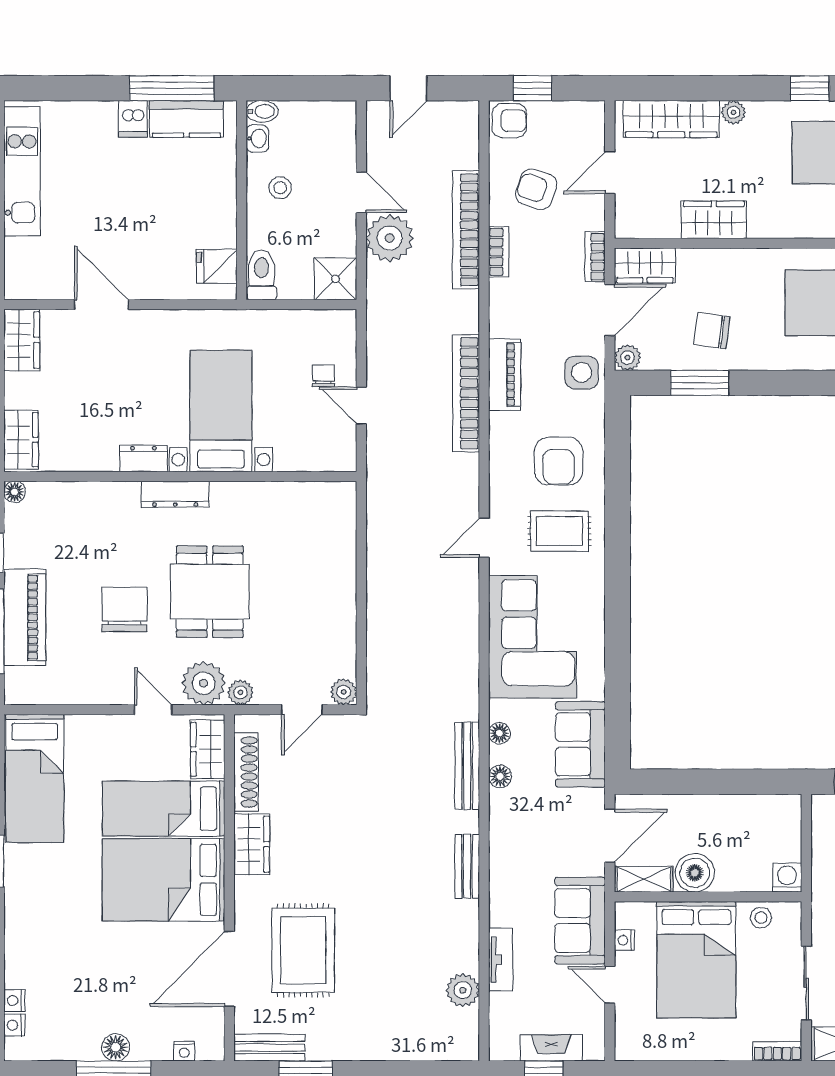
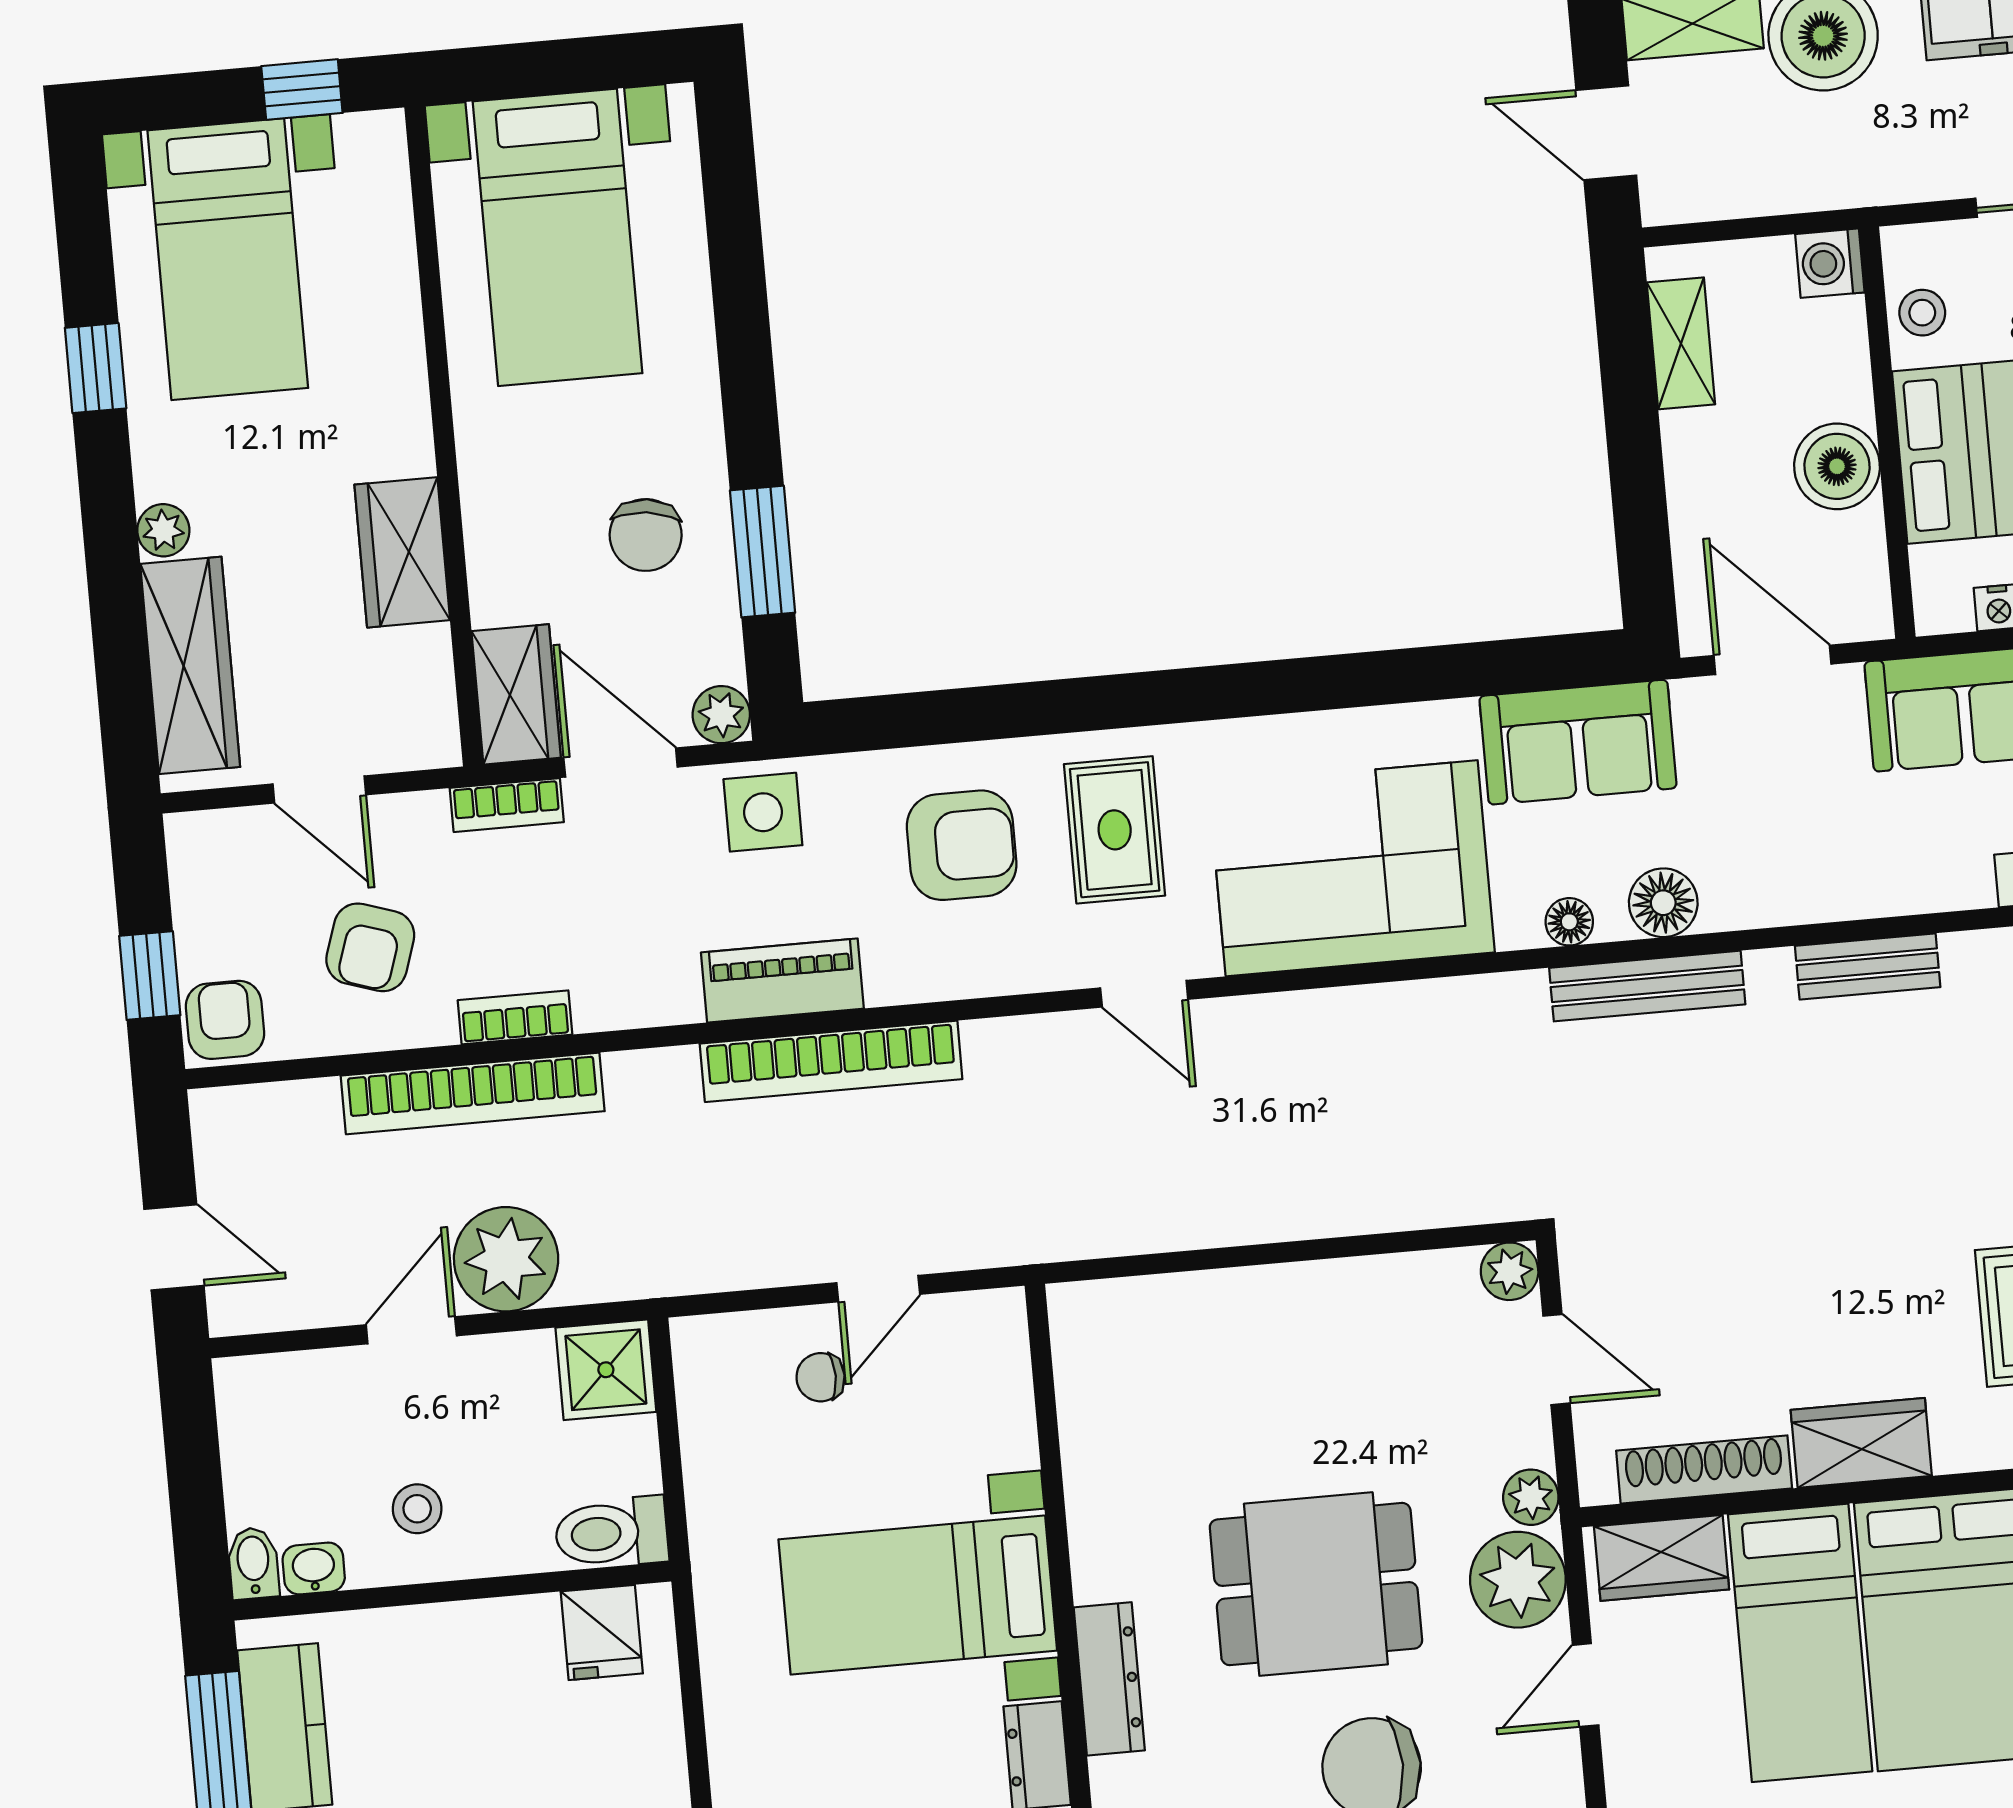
floor lamp: (500, 776) -> (1663, 903), width x1.37, depth x1.37
shelving: (644, 879) -> (1681, 343), moved

